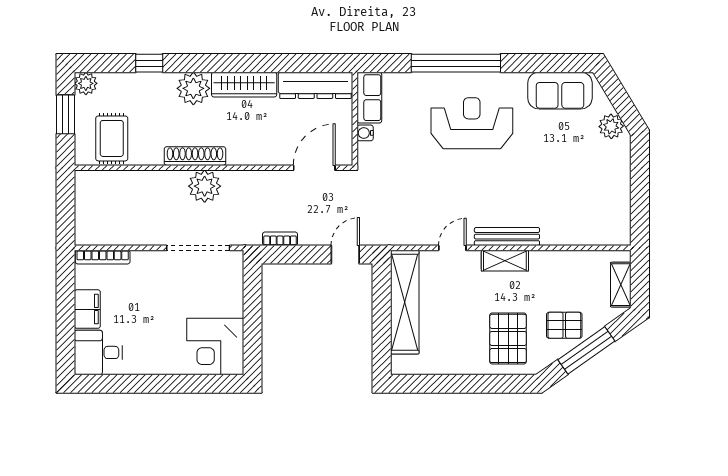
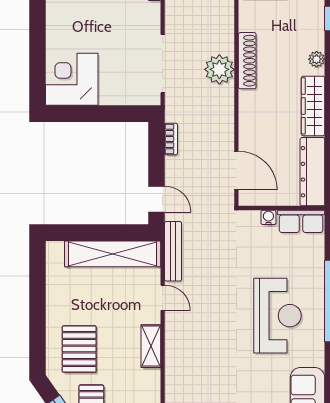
plant: (193, 88) -> (317, 59), width x0.53, depth x0.53
bench: (507, 237) -> (173, 251), moved
pallet: (508, 338) -> (79, 349), turned 90

